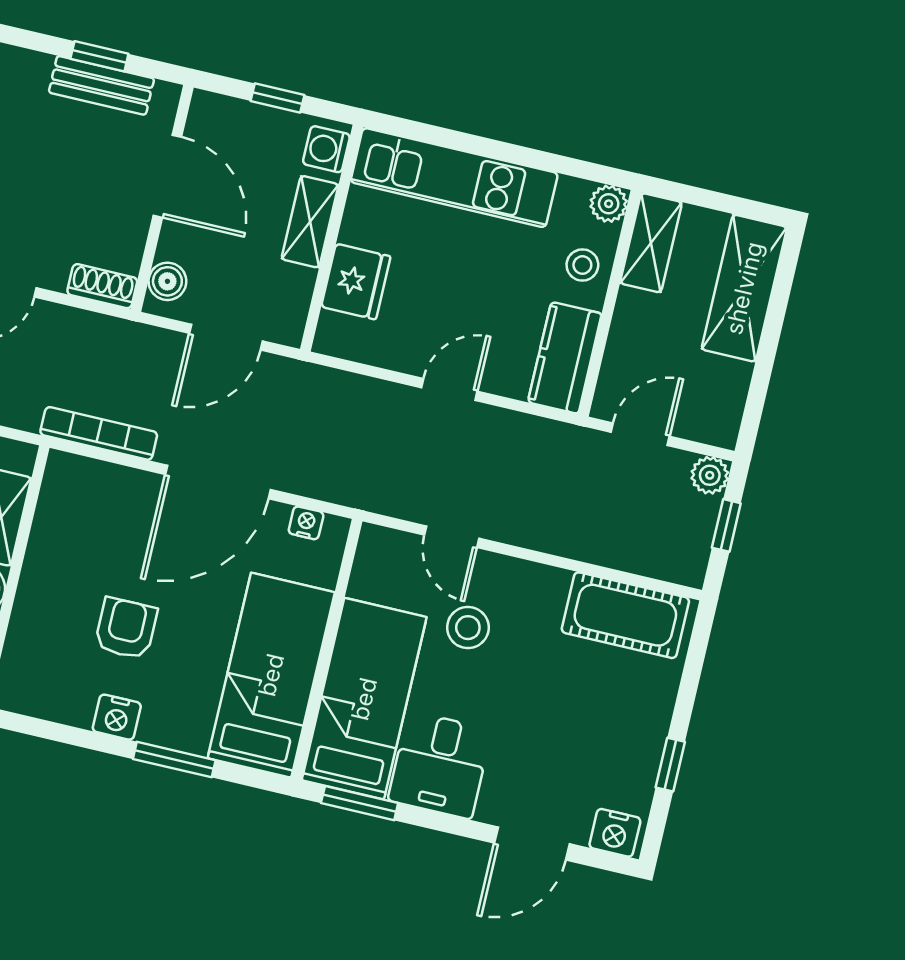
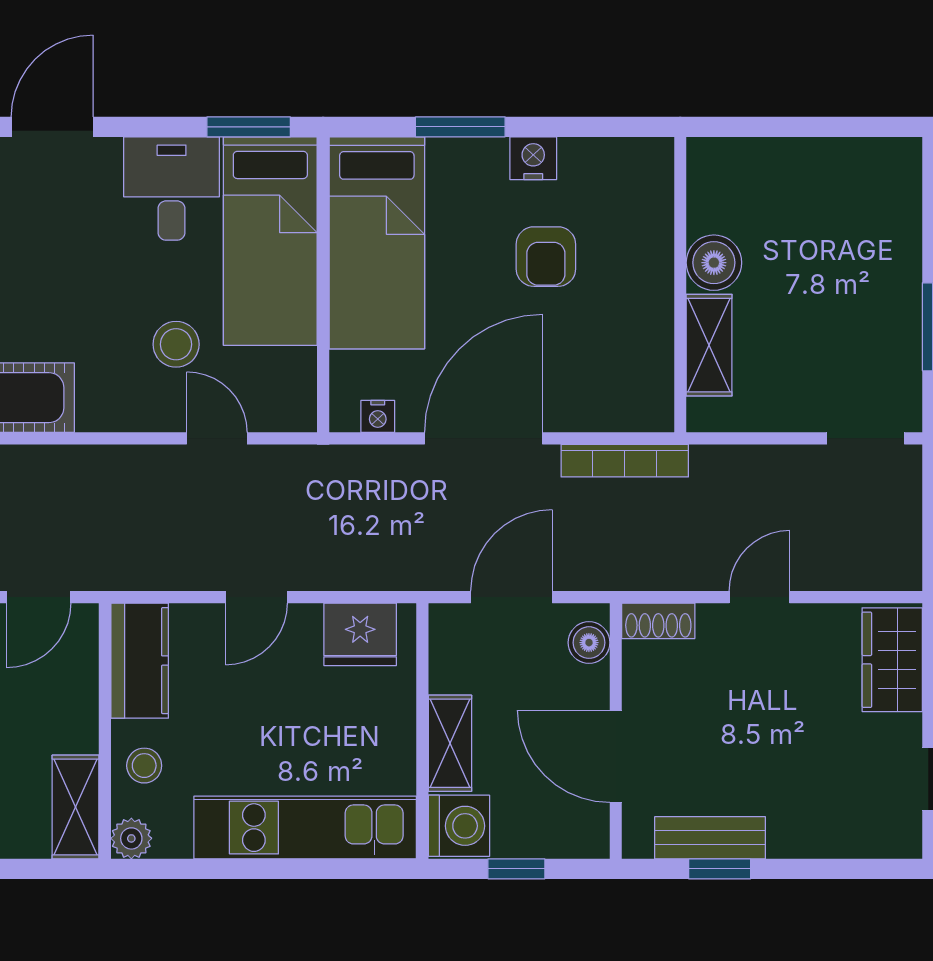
washing machine: (326, 149) -> (459, 826), width x1.38, depth x1.38
fridge: (356, 282) -> (360, 634), moved, turned -90

